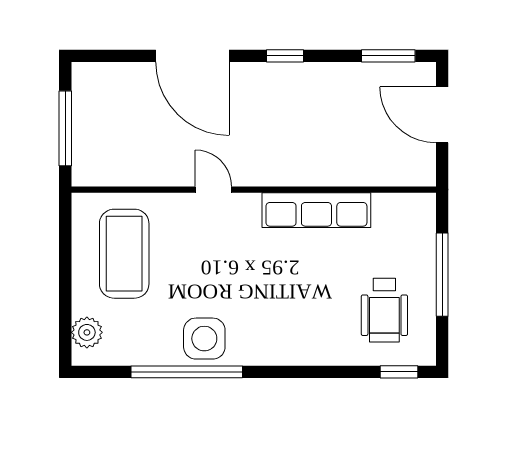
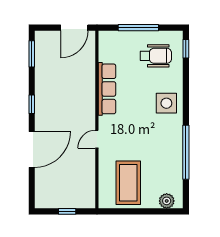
door: (442, 115) -> (74, 28), moved
window: (65, 128) -> (67, 211), width x0.46
coffee table: (124, 254) -> (128, 183), turned 90
side table: (204, 339) -> (166, 103), moved

